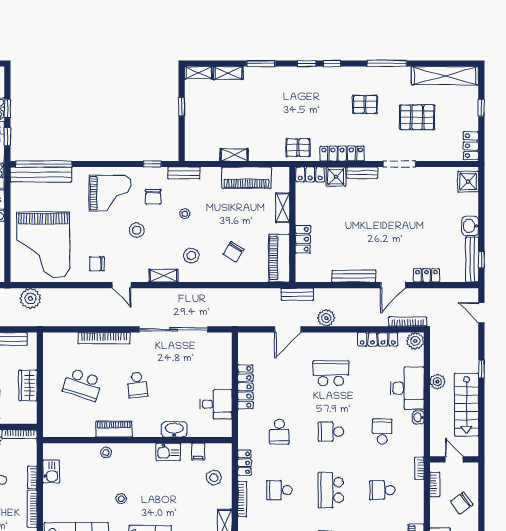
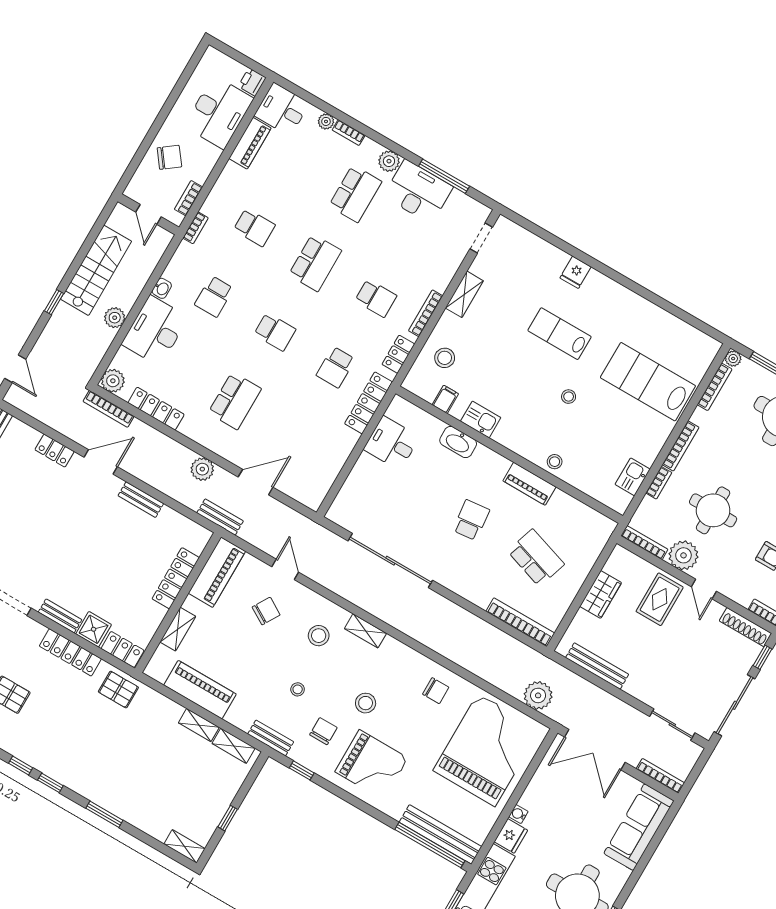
shelving: (228, 73) -> (234, 746), moved
grand piano: (110, 193) -> (372, 765), turned 180
locker: (303, 239) -> (176, 578), width x1.53
bench: (354, 276) -> (141, 500), width x0.73
door: (121, 285) -> (285, 569), moved
bookcase: (104, 338) -> (520, 622), moved
school desk: (331, 373) -> (235, 401), turned -90
locker: (245, 387) -> (369, 403), moved
school desk: (279, 432) -> (336, 367), turned 180

